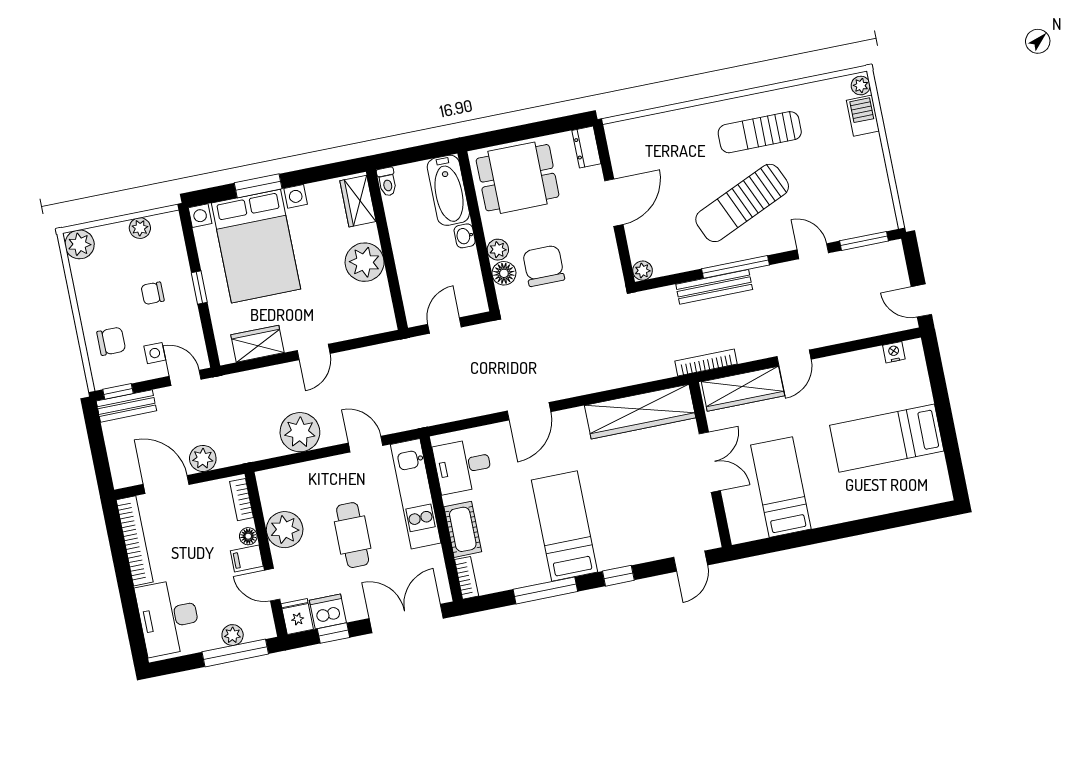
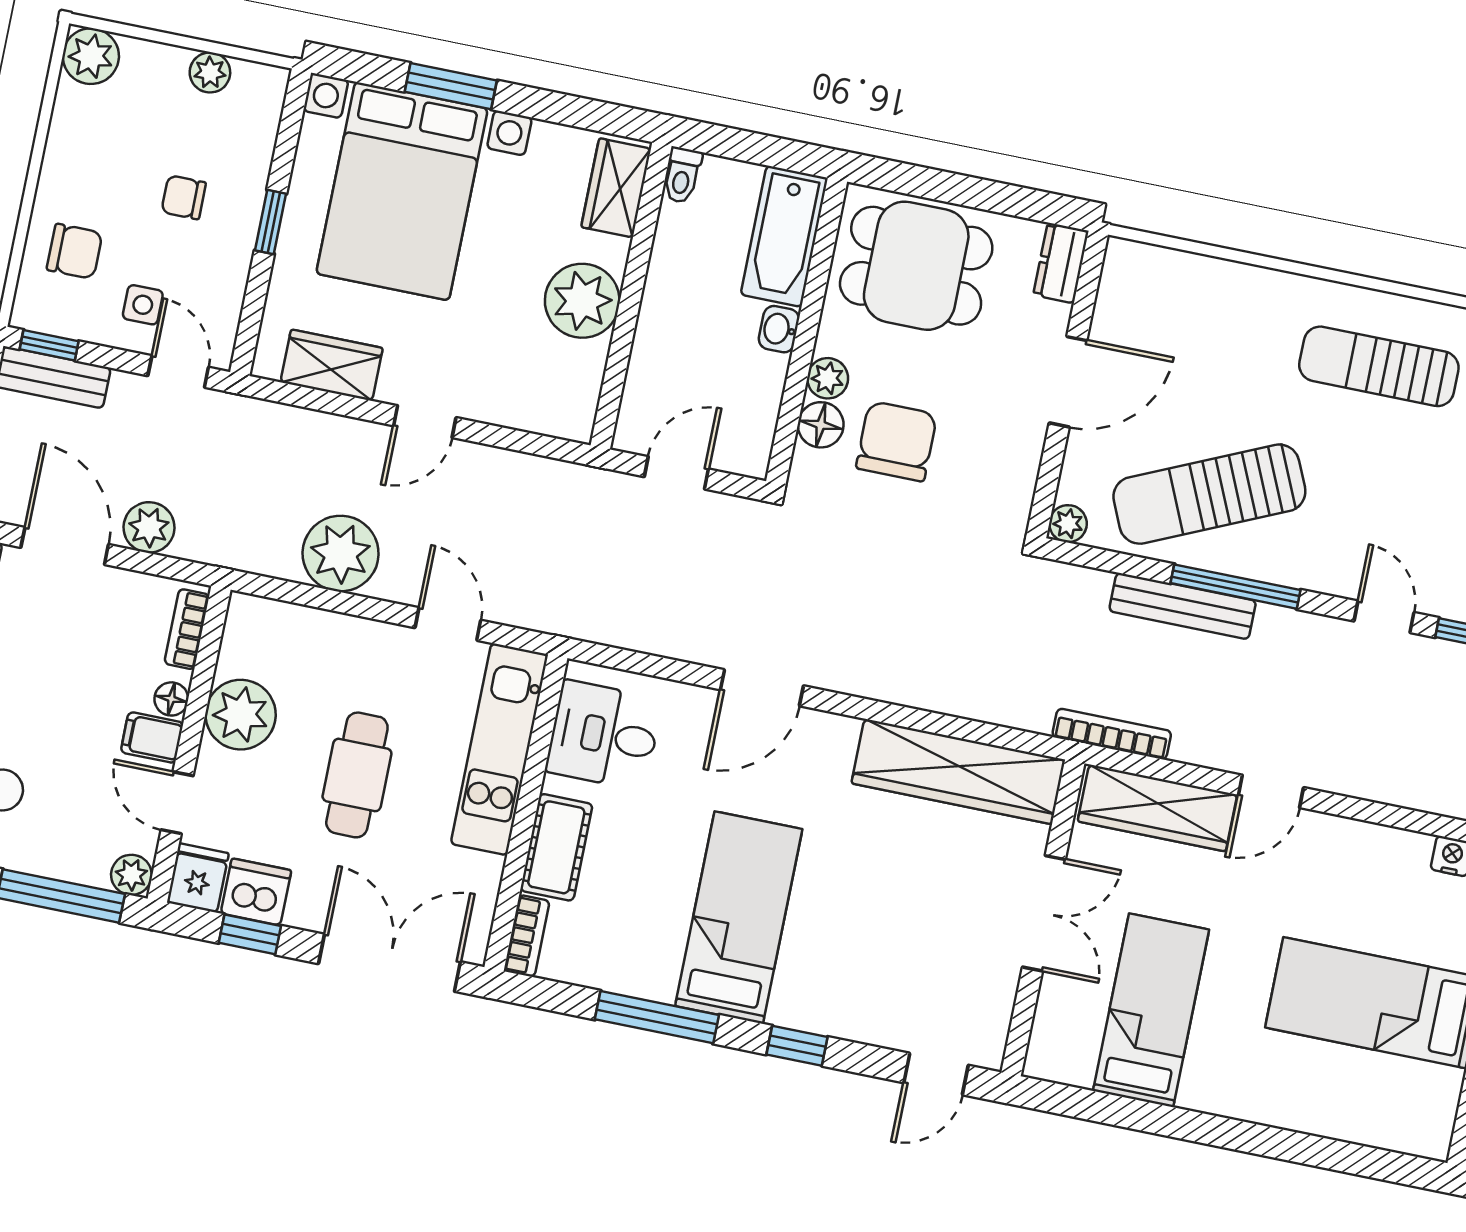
sun lounger: (742, 203) -> (1209, 494), moved
plant: (233, 635) -> (131, 875), moved

